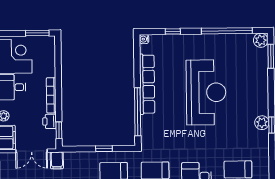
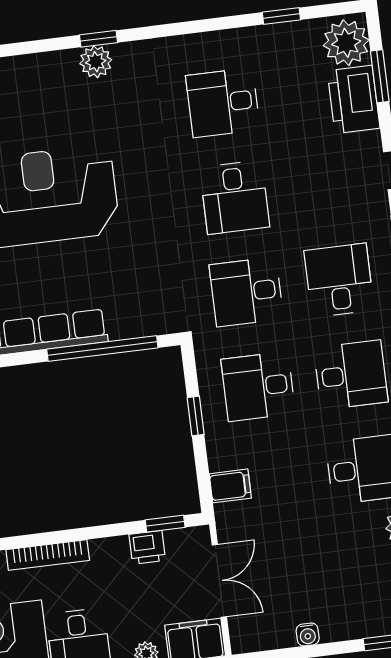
bookcase: (51, 95) -> (48, 555), moved
filing cabinet: (57, 160) -> (230, 486), moved

